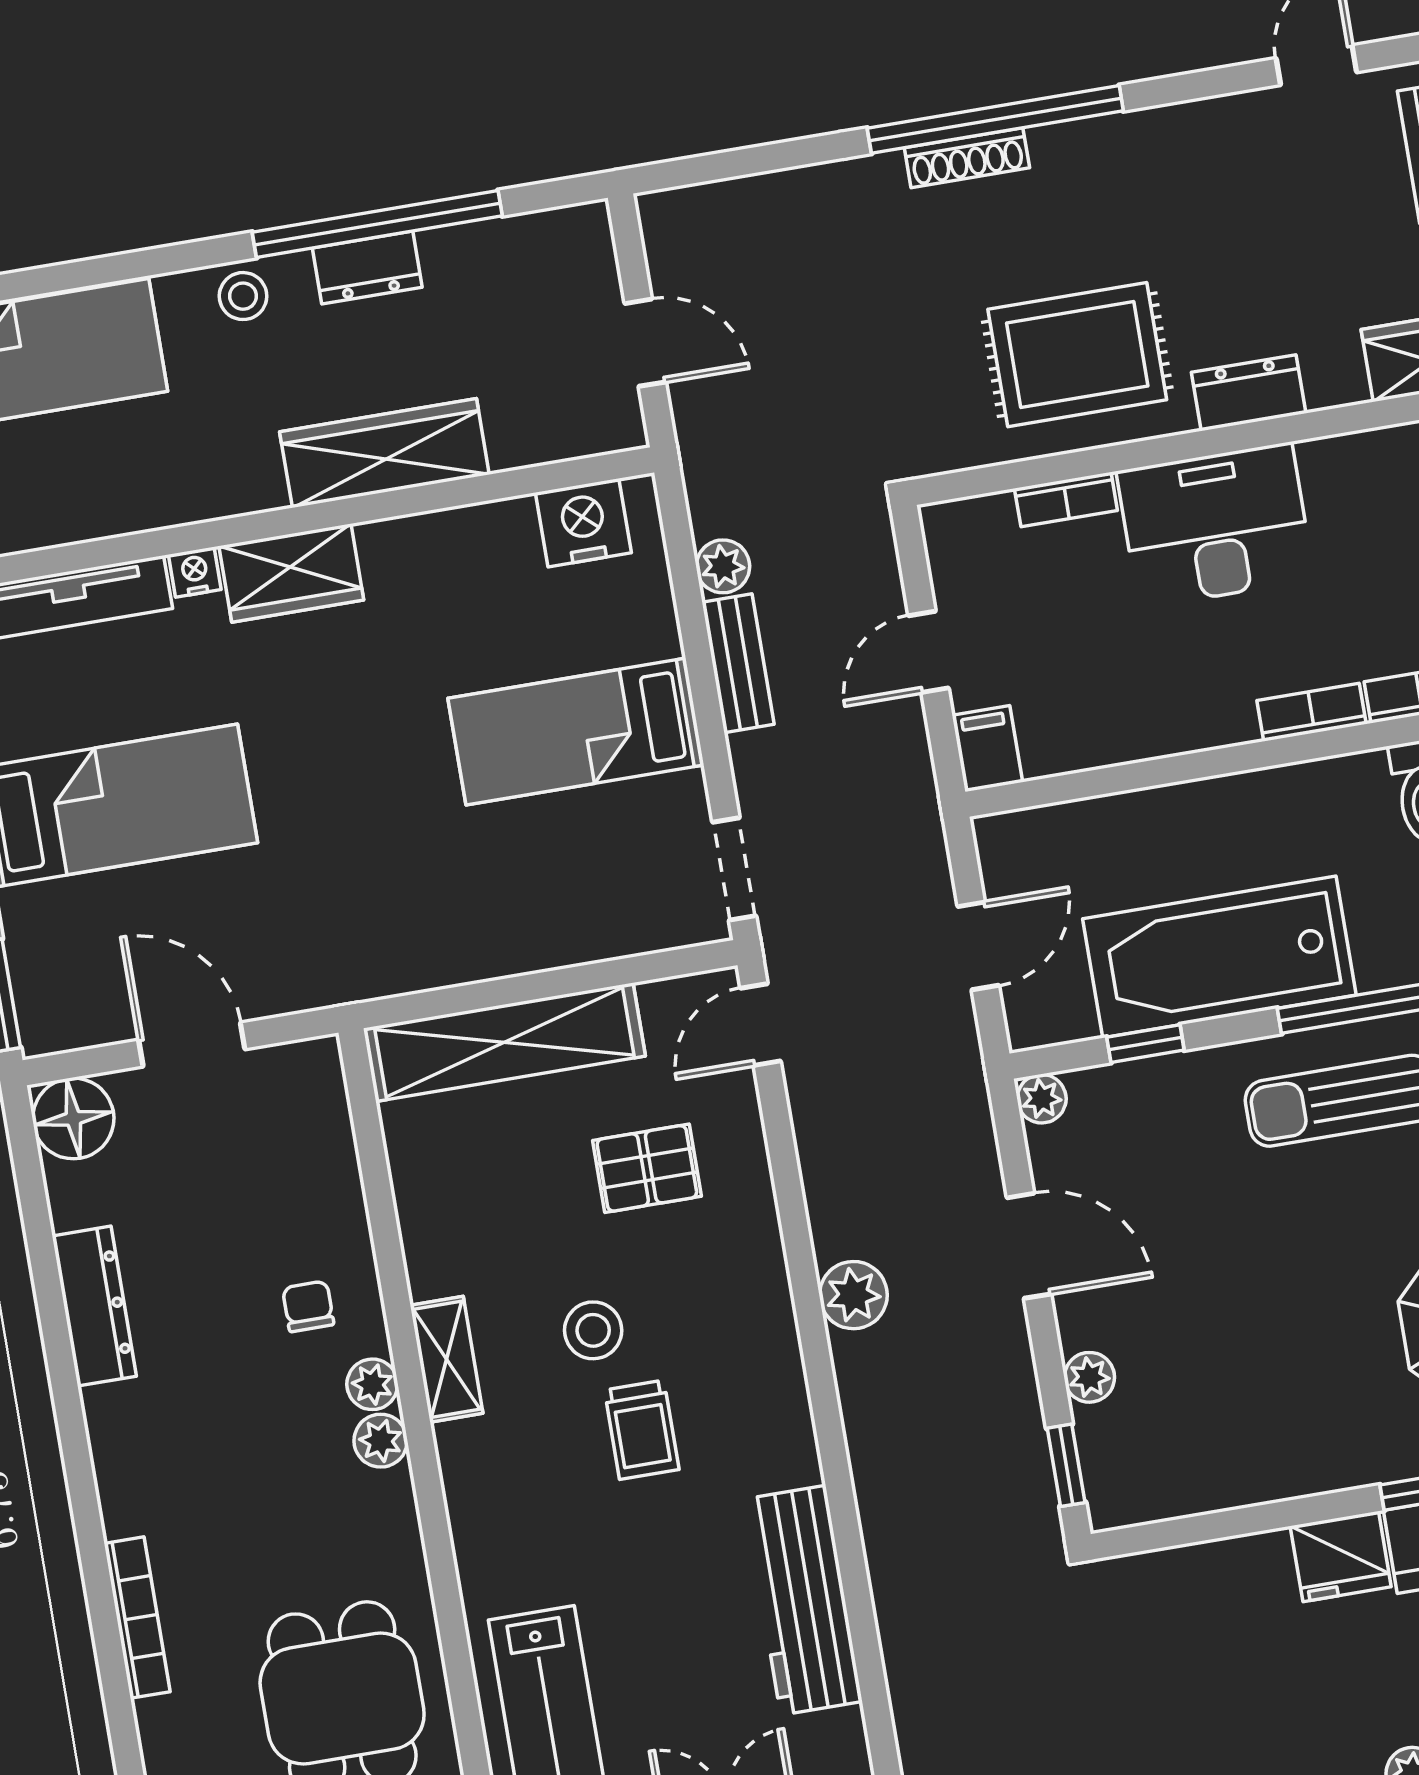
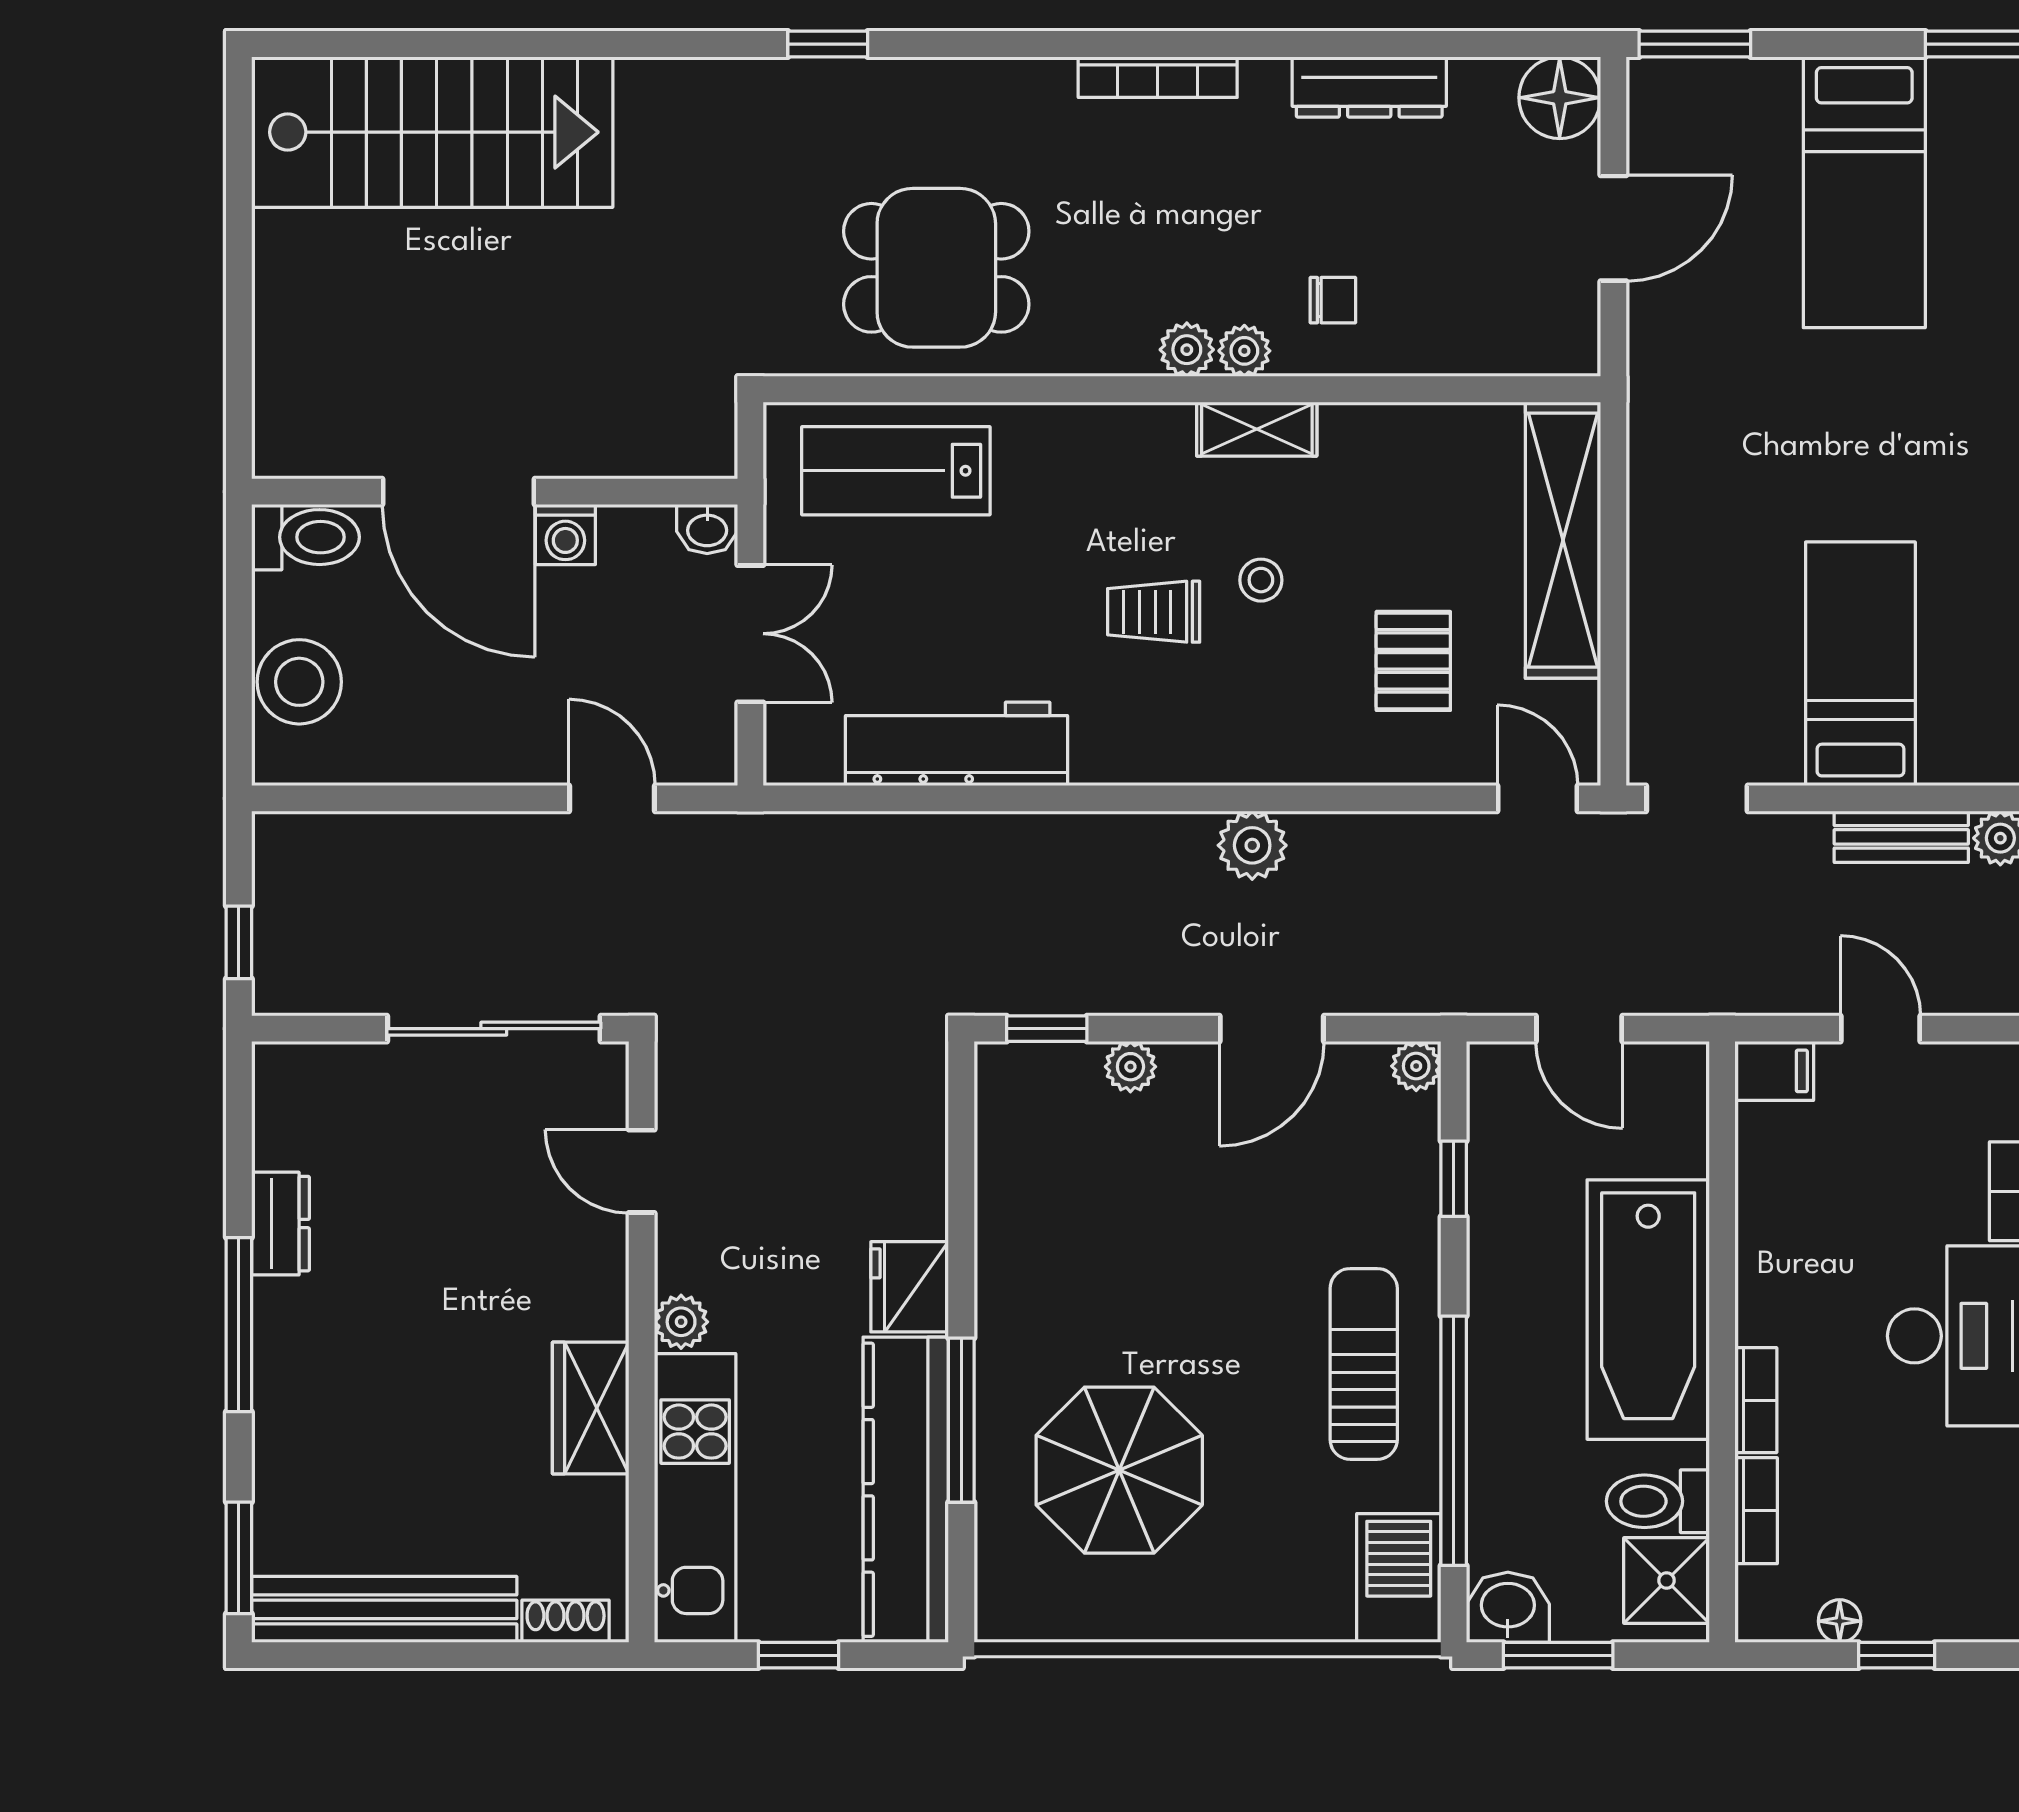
bathtub: (1219, 957) -> (1648, 1310), moved, turned 180
stool: (593, 1330) -> (1261, 580), width x0.73, depth x0.73
bookcase: (137, 1618) -> (1158, 77), moved

